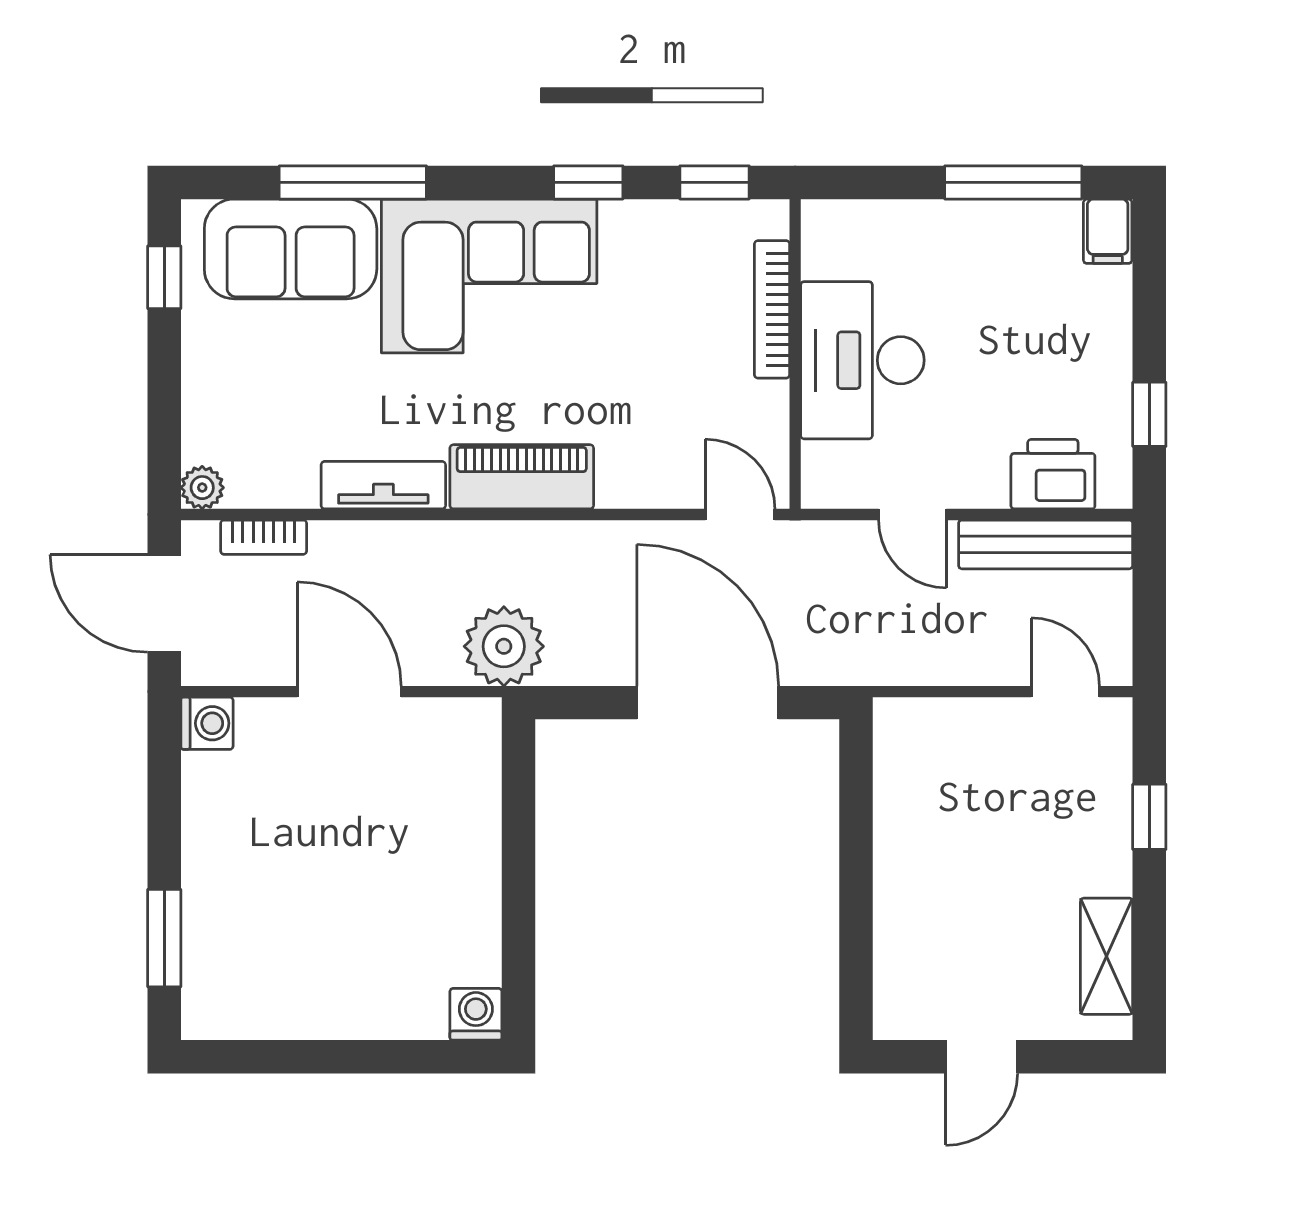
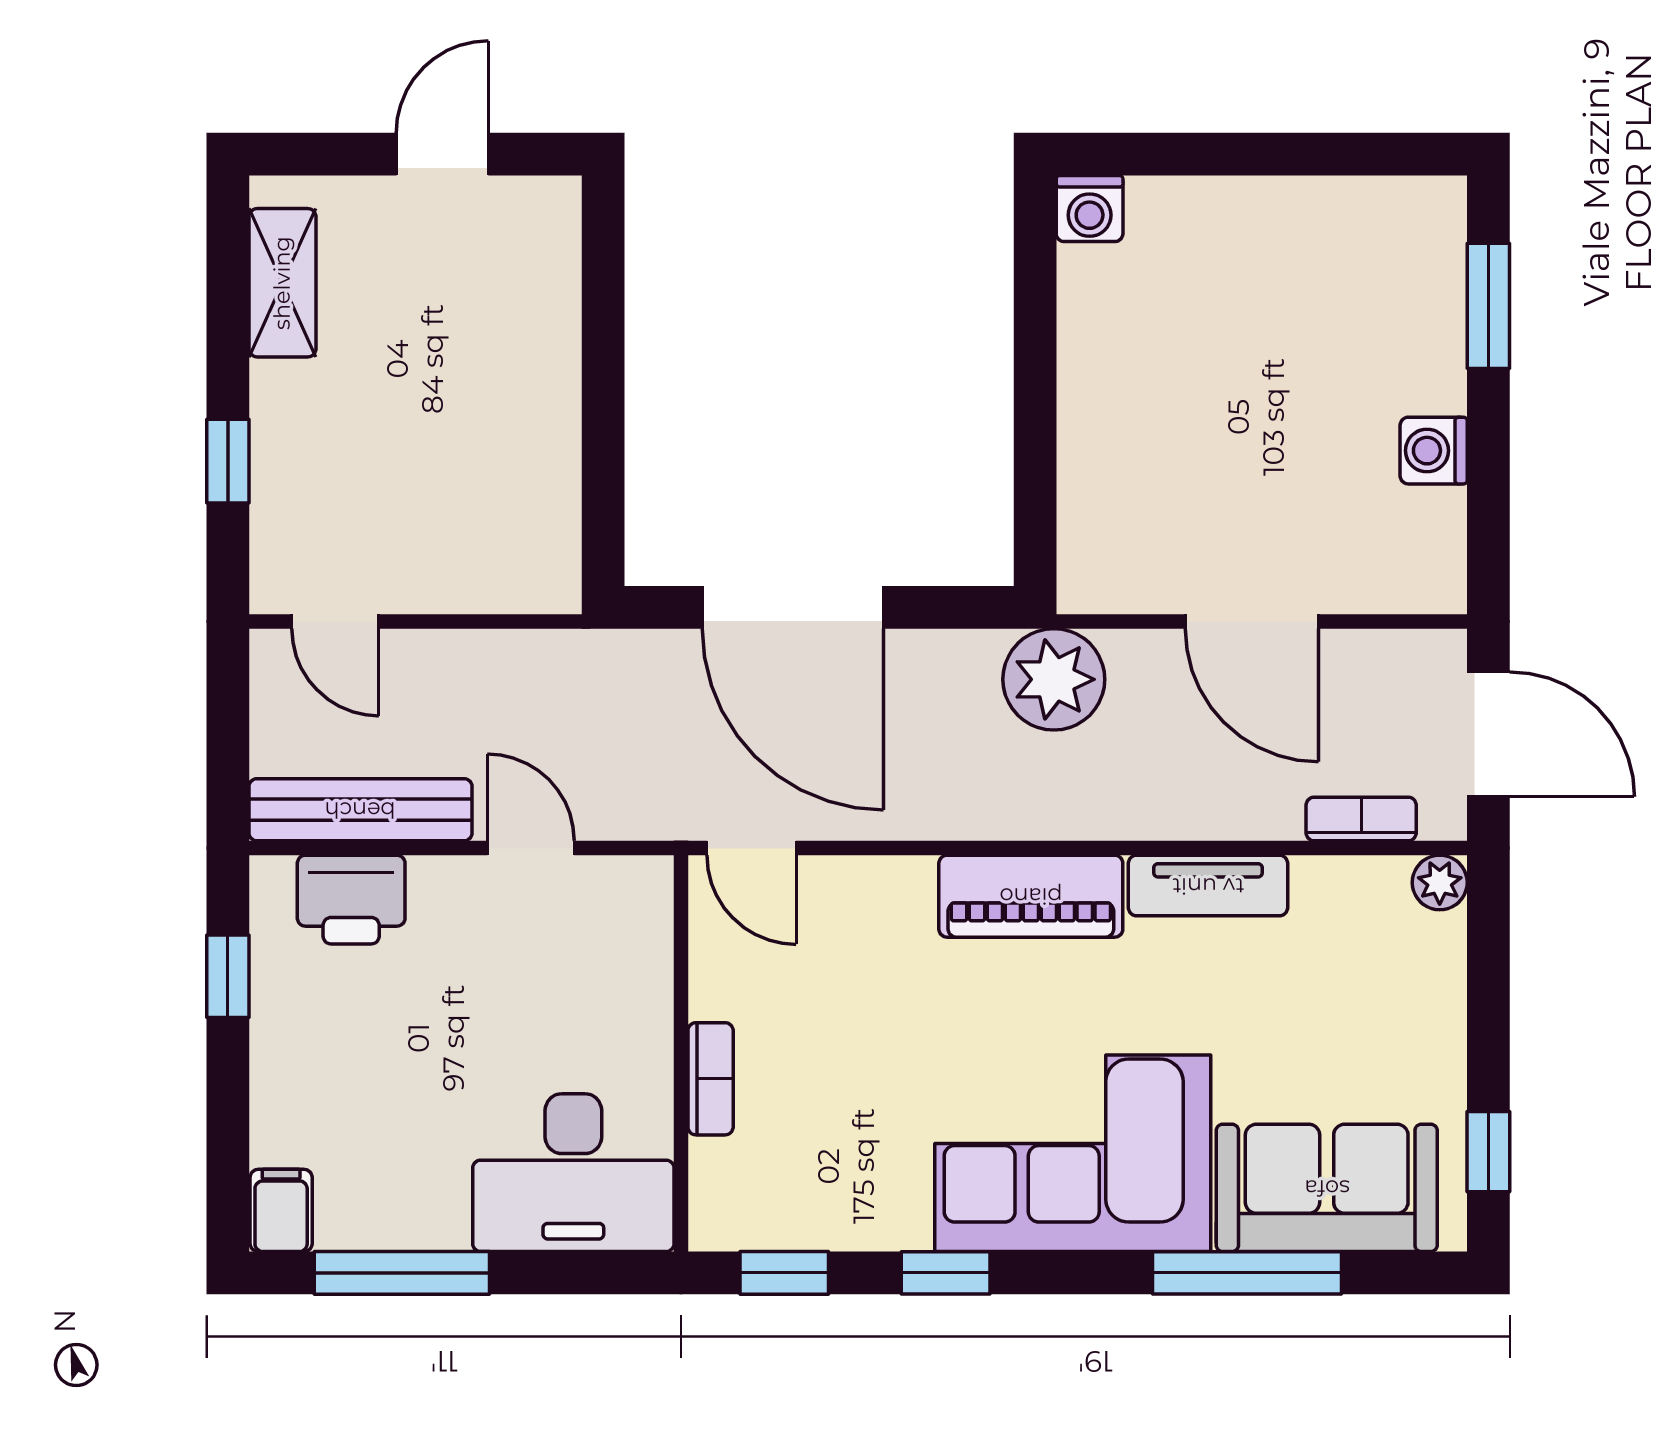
bookcase: (772, 309) -> (711, 1079), width x0.64
desk: (862, 360) -> (573, 1173), moved, turned 90
washing machine: (207, 723) -> (1434, 451), moved

